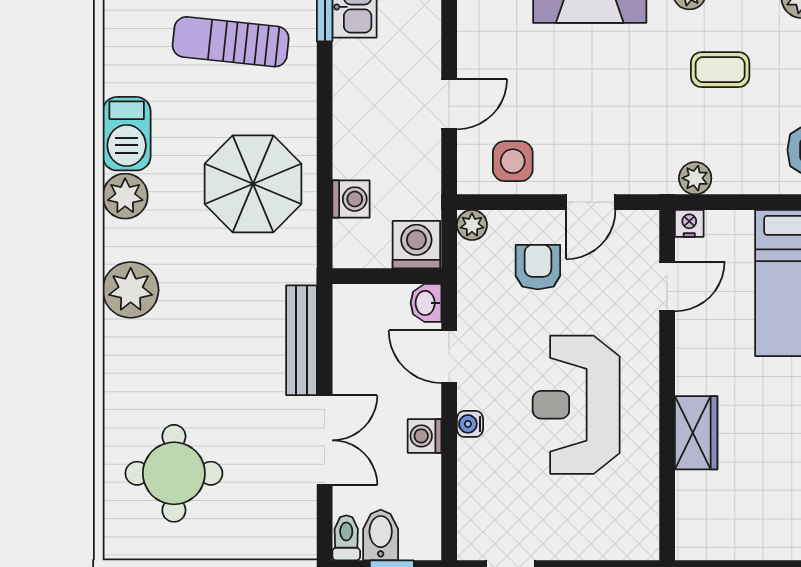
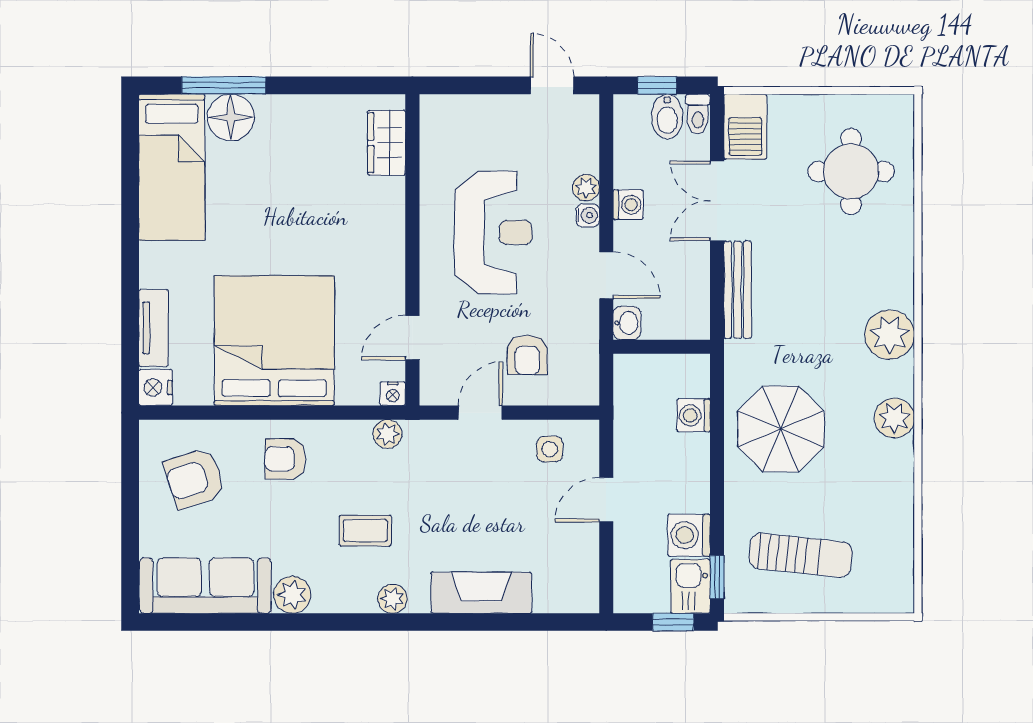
barbecue: (127, 134) -> (745, 127), moved, turned 180
side table: (513, 161) -> (550, 449), width x0.73, depth x0.73
plant: (472, 225) -> (586, 188), moved
washing machine: (416, 245) -> (689, 535), moved, turned 90
wardrobe: (696, 433) -> (387, 143), moved

